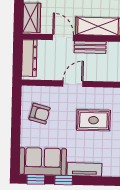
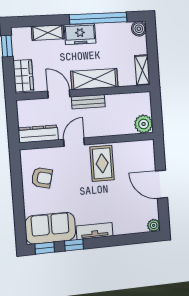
dresser: (29, 58) -> (38, 134), moved, turned -90
rug: (93, 120) -> (102, 163), moved, turned 90

